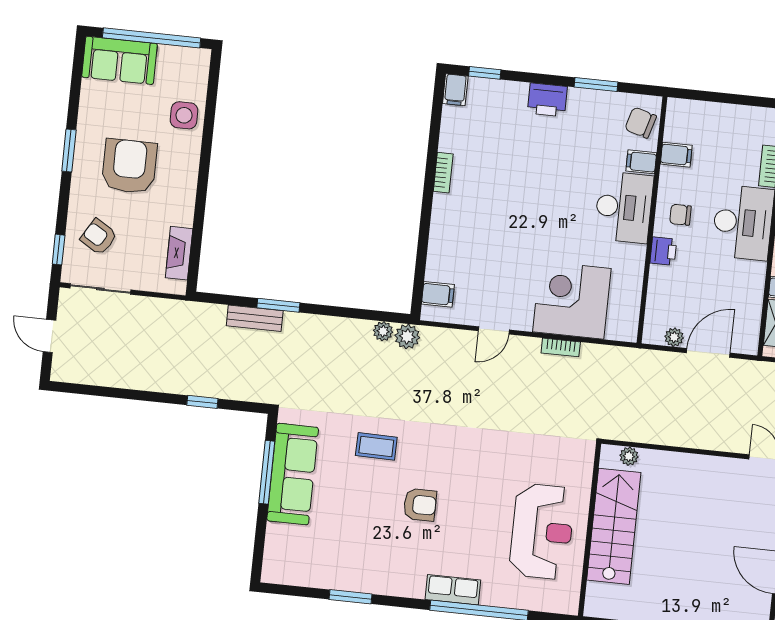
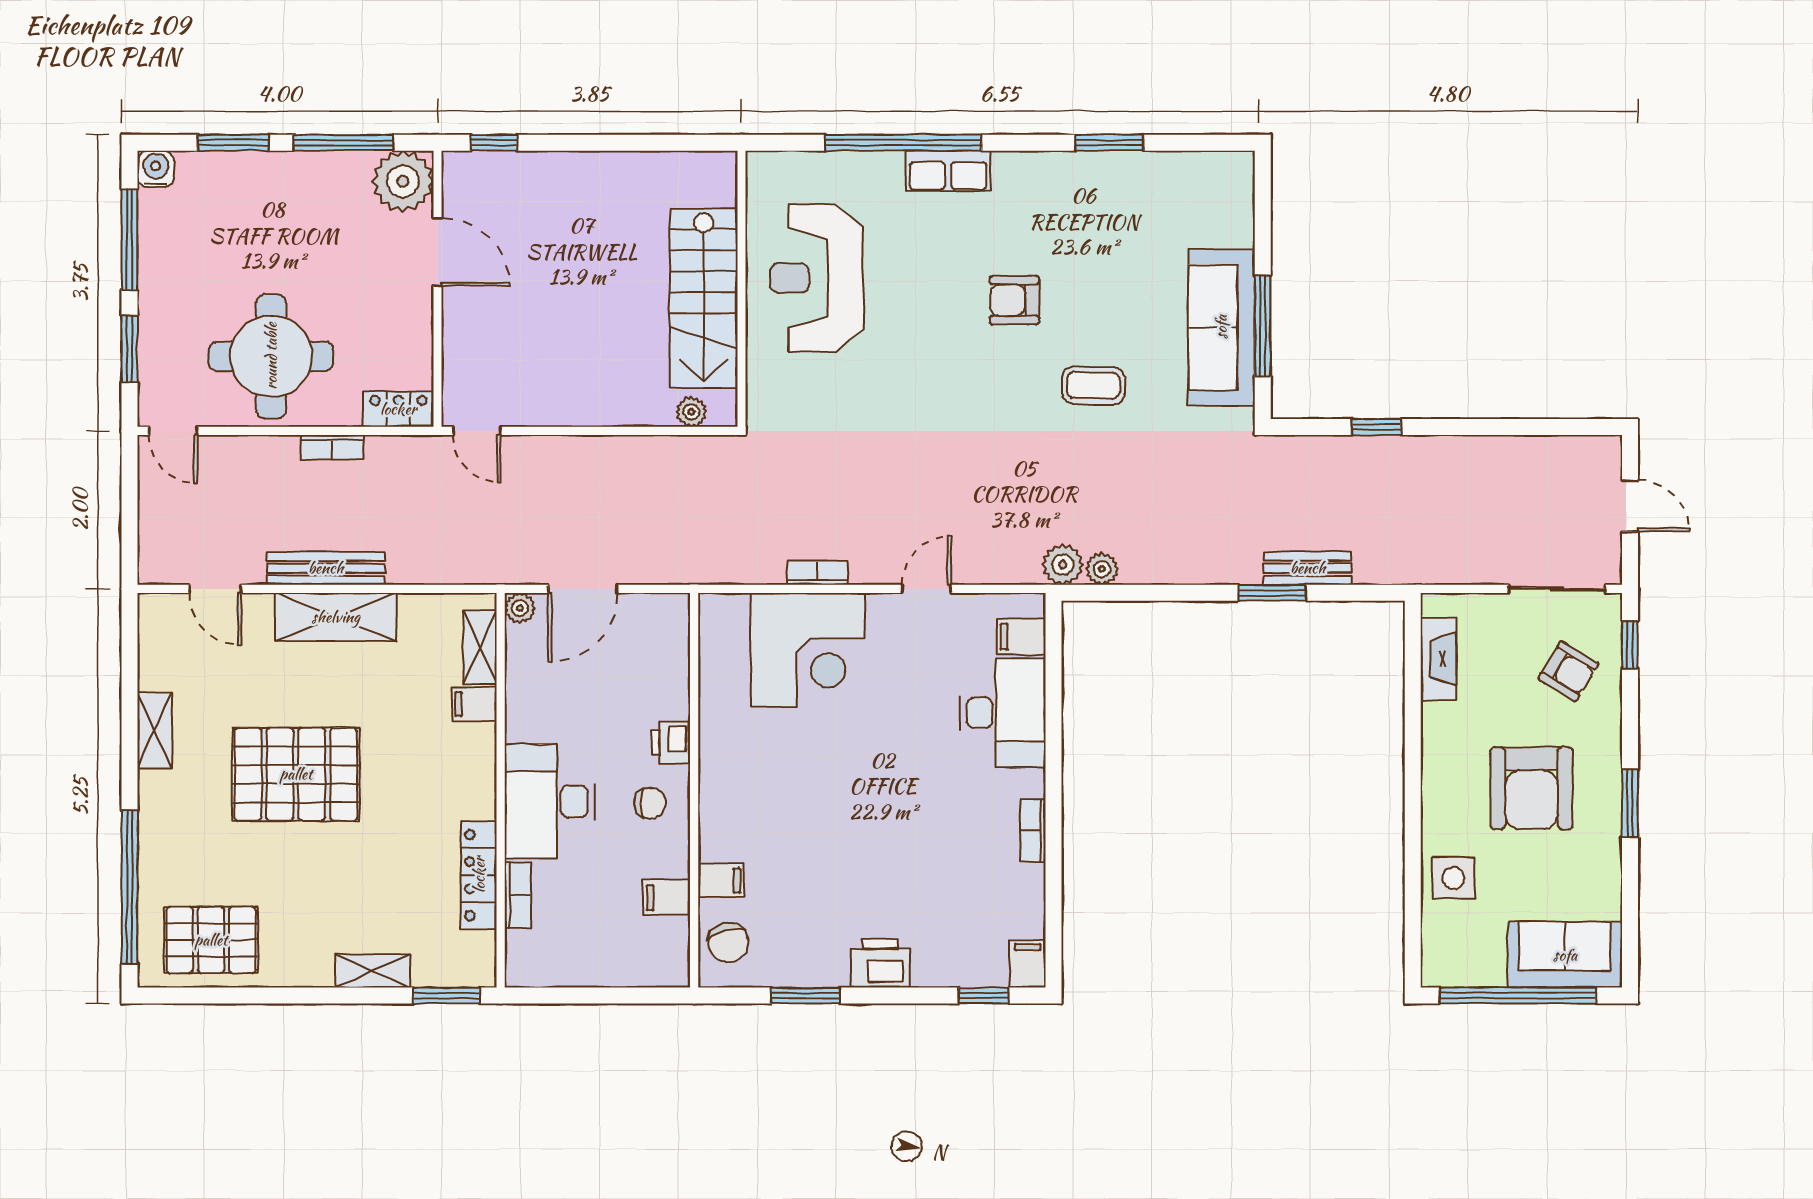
chair: (641, 123) -> (728, 943), turned 59
desk: (624, 207) -> (1003, 713), moved, turned 180
plant: (674, 337) -> (520, 608), moved

